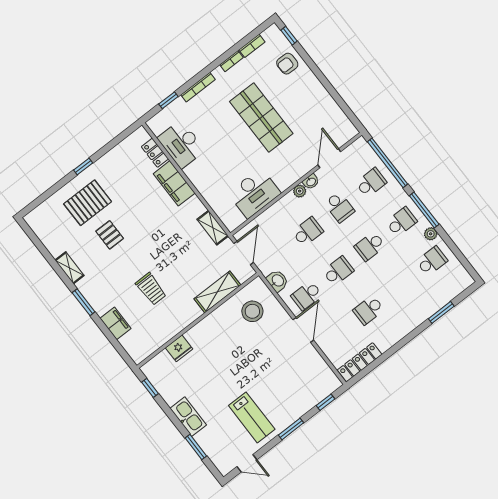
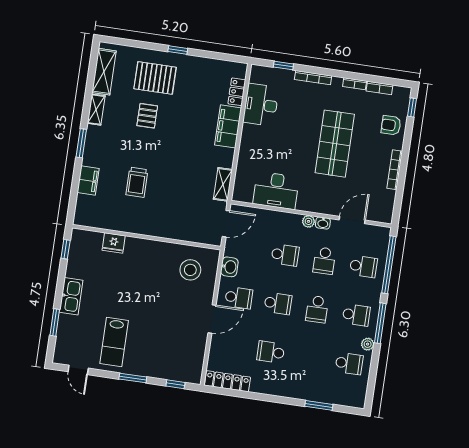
bookcase: (322, 92) -> (395, 170), added
school desk: (370, 246) -> (317, 309), turned -90
shelving: (217, 292) -> (104, 72), moved, turned 90
school desk: (307, 295) -> (239, 298), turned 180

